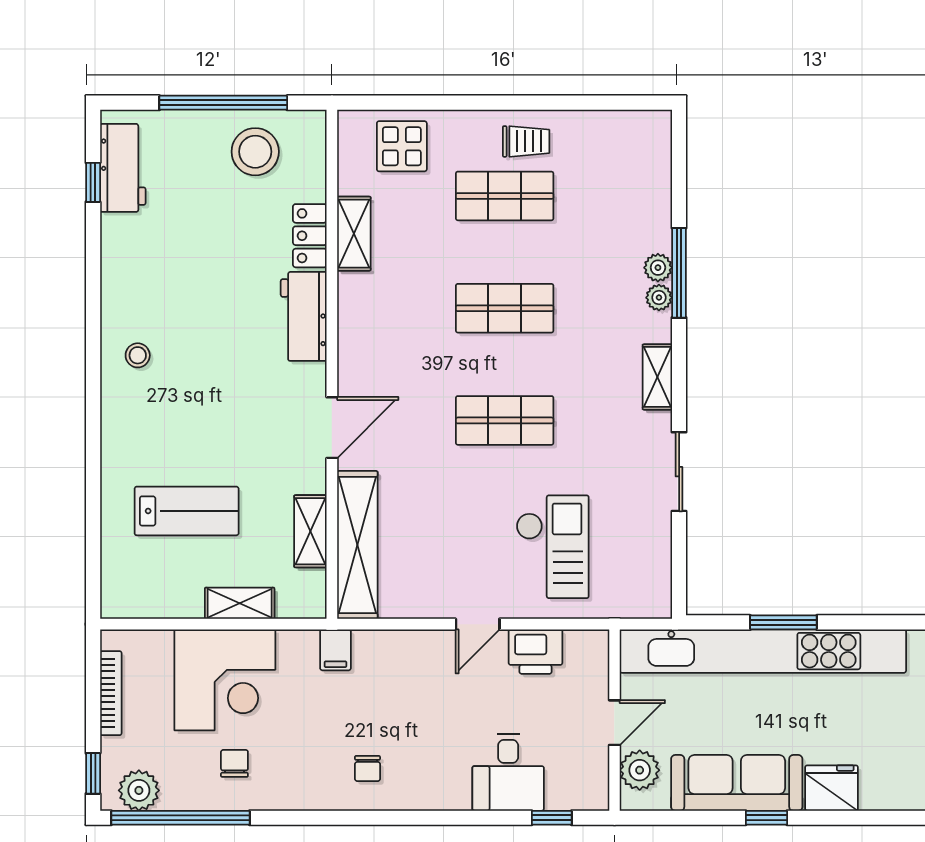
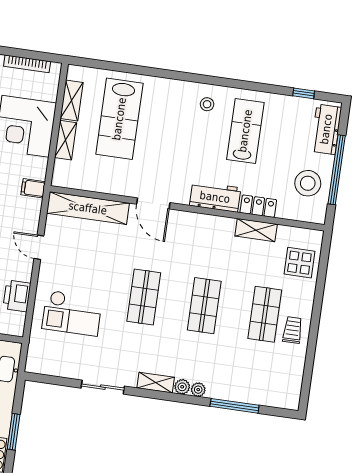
trolley: (526, 141) -> (293, 330), turned 180
workbench: (123, 168) -> (326, 129), moved, turned 90
plant: (658, 268) -> (182, 387), moved
window: (679, 273) -> (235, 406), moved
lab bench: (176, 279) -> (245, 131), added
lab bench: (187, 511) -> (119, 119), width x1.36, depth x1.39
shelving: (310, 531) -> (72, 100), moved, turned 90
door: (478, 624) -> (39, 247), moved

